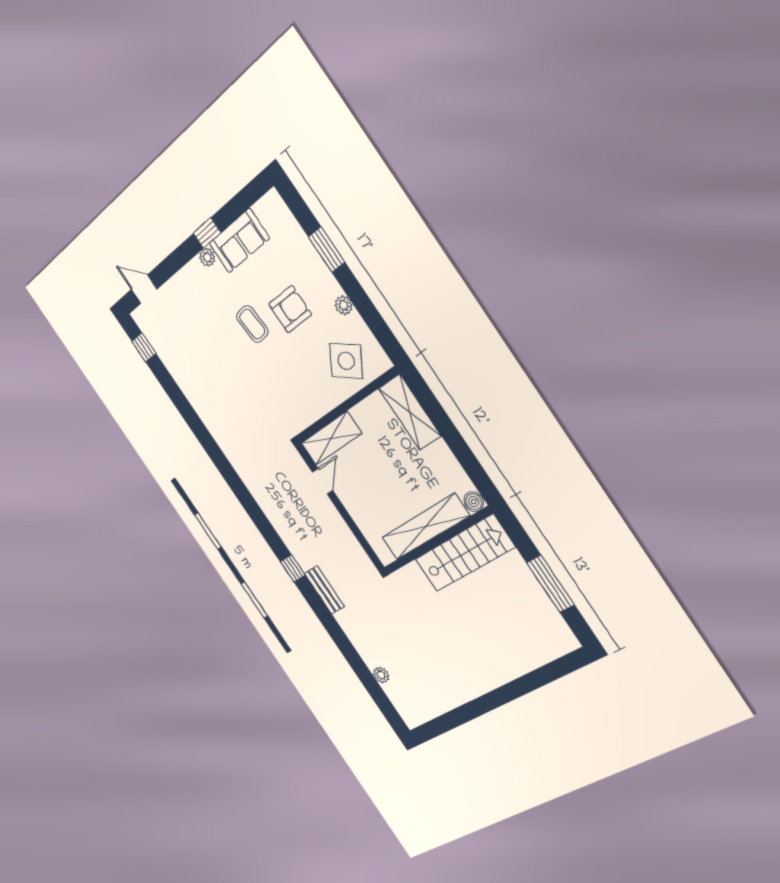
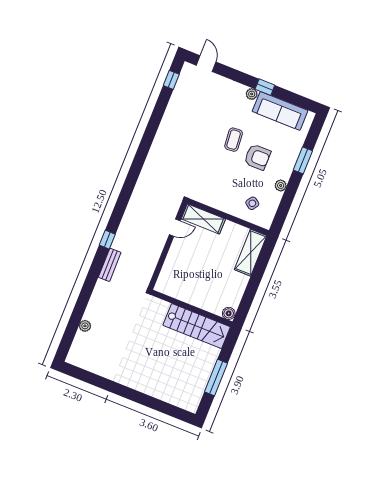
sofa: (239, 241) -> (280, 111), width x1.36
side table: (346, 361) -> (252, 203), width x0.54, depth x0.54
shelving: (425, 527) -> (194, 297), removed

